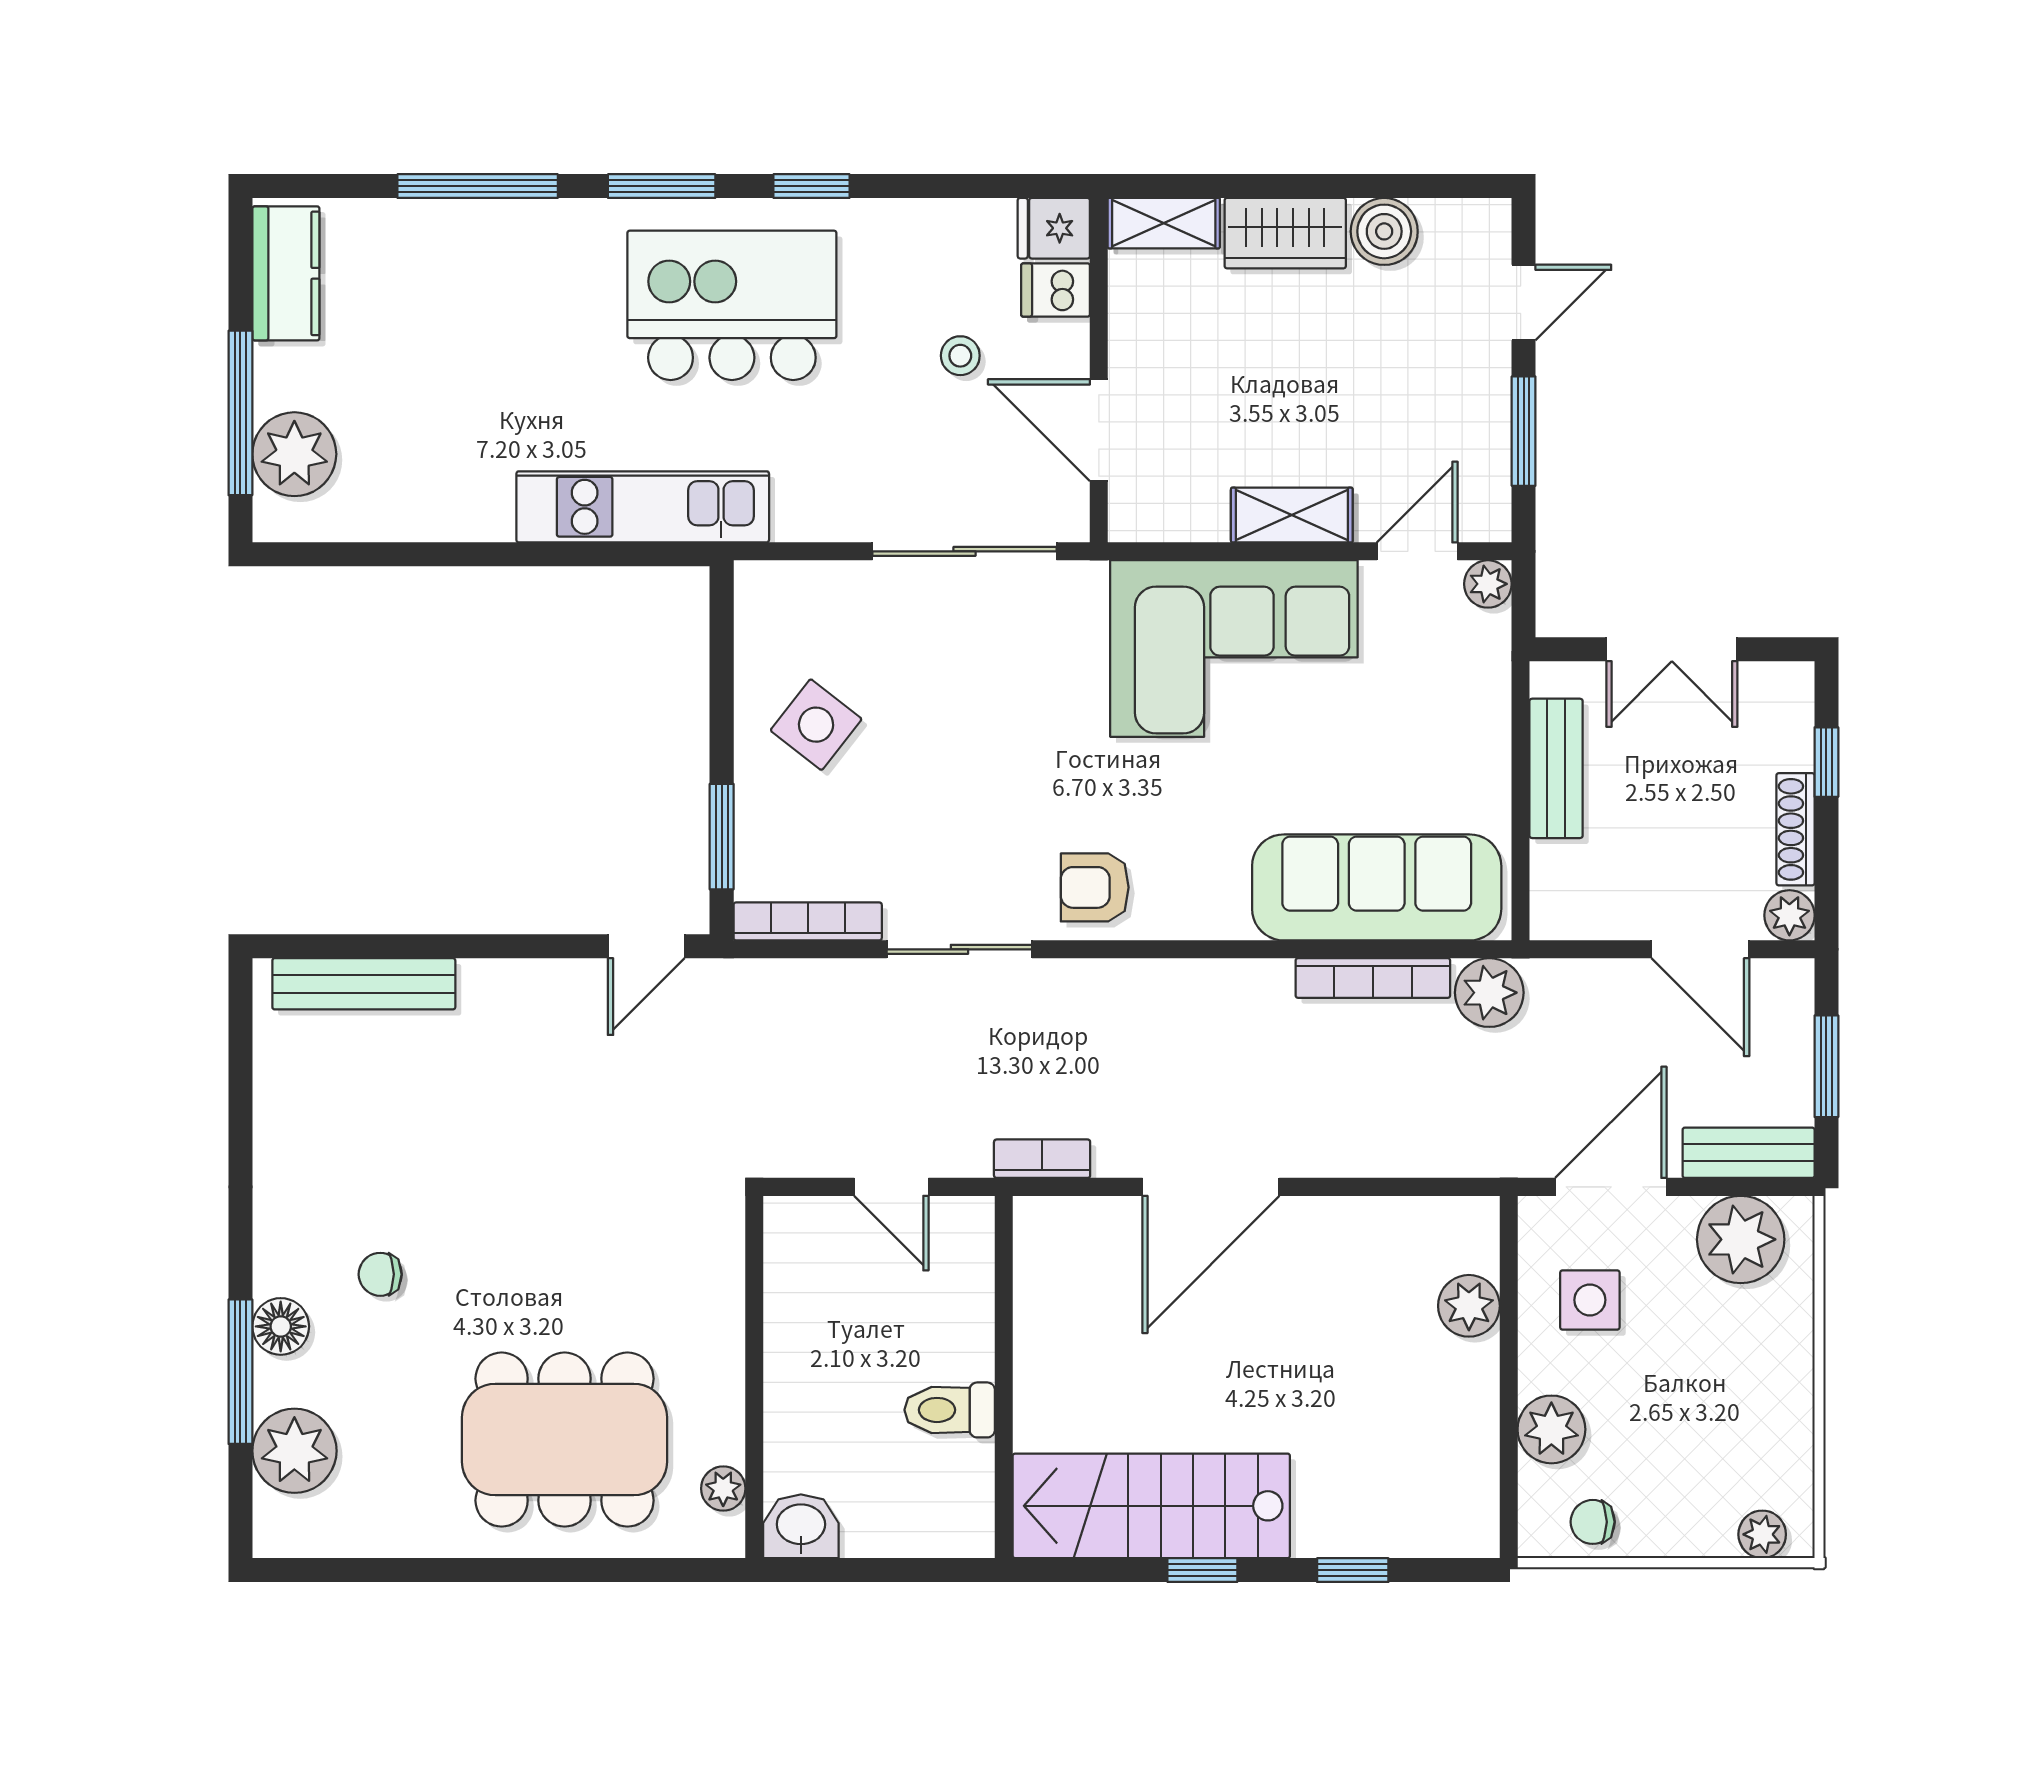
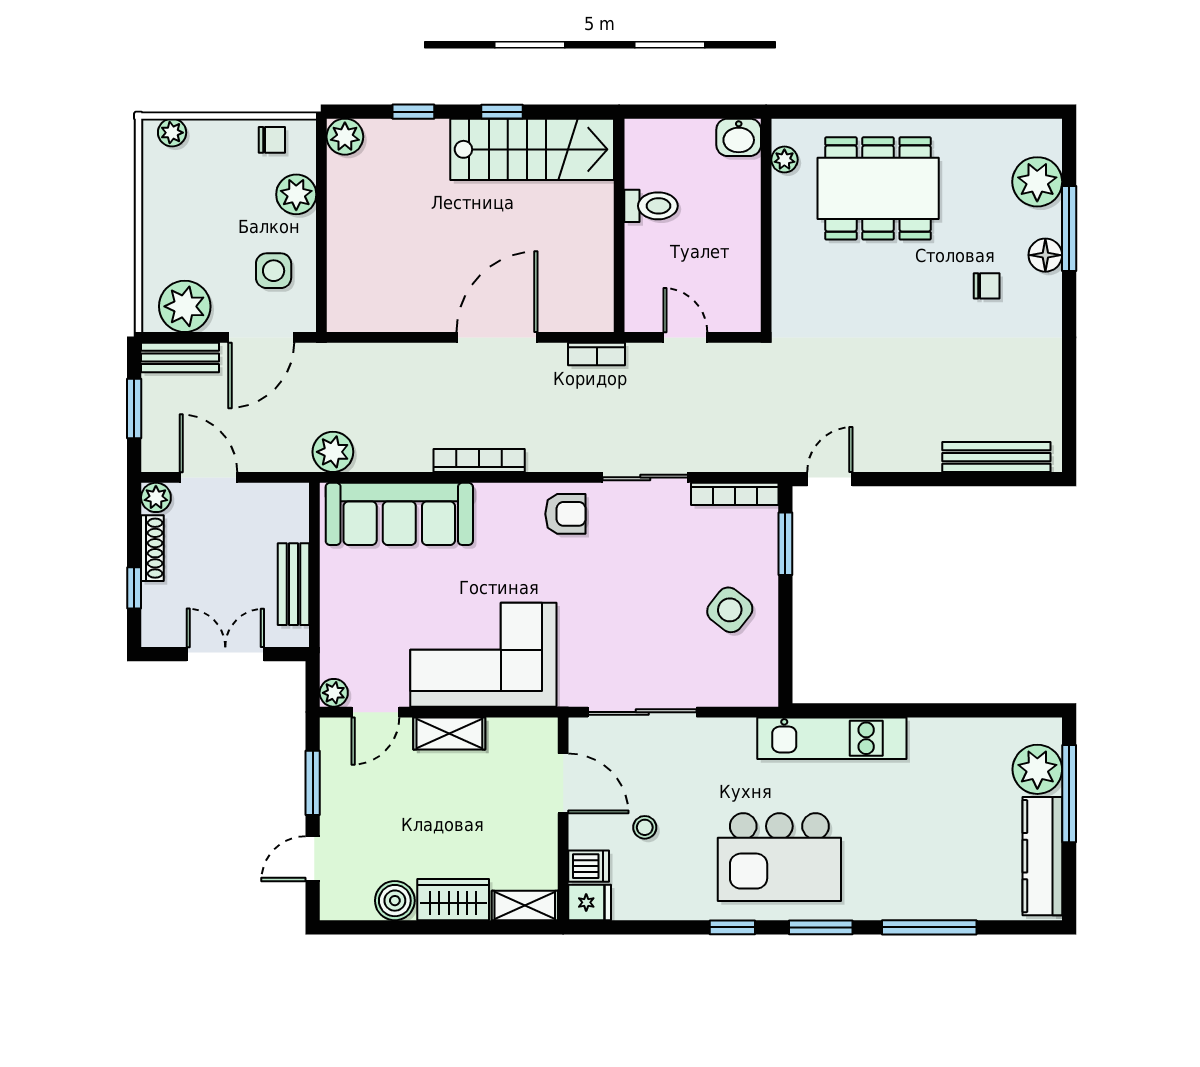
kitchen counter: (286, 273) -> (1042, 856), width x1.50
bookcase: (1373, 978) -> (479, 460), moved
plant: (1469, 1306) -> (345, 137), moved

